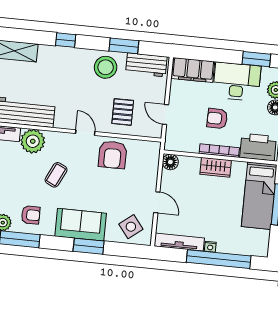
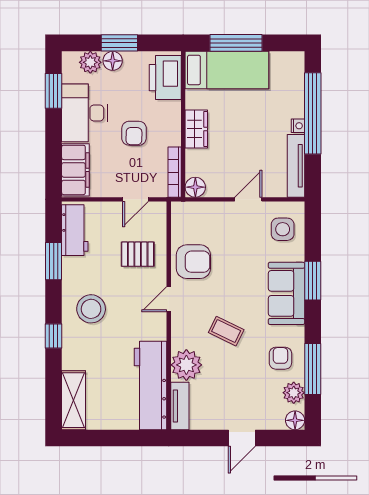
stool: (106, 67) -> (91, 309), moved
bookcase: (219, 151) -> (175, 172), moved
side table: (131, 227) -> (283, 229), turned 38

